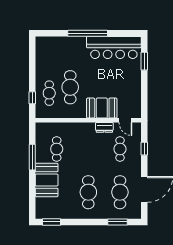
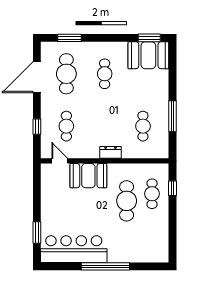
dresser: (104, 127) -> (111, 152), moved
booth: (47, 180) -> (148, 55), moved, turned 90
cafe table: (88, 192) -> (105, 74), width x0.73, depth x0.74

